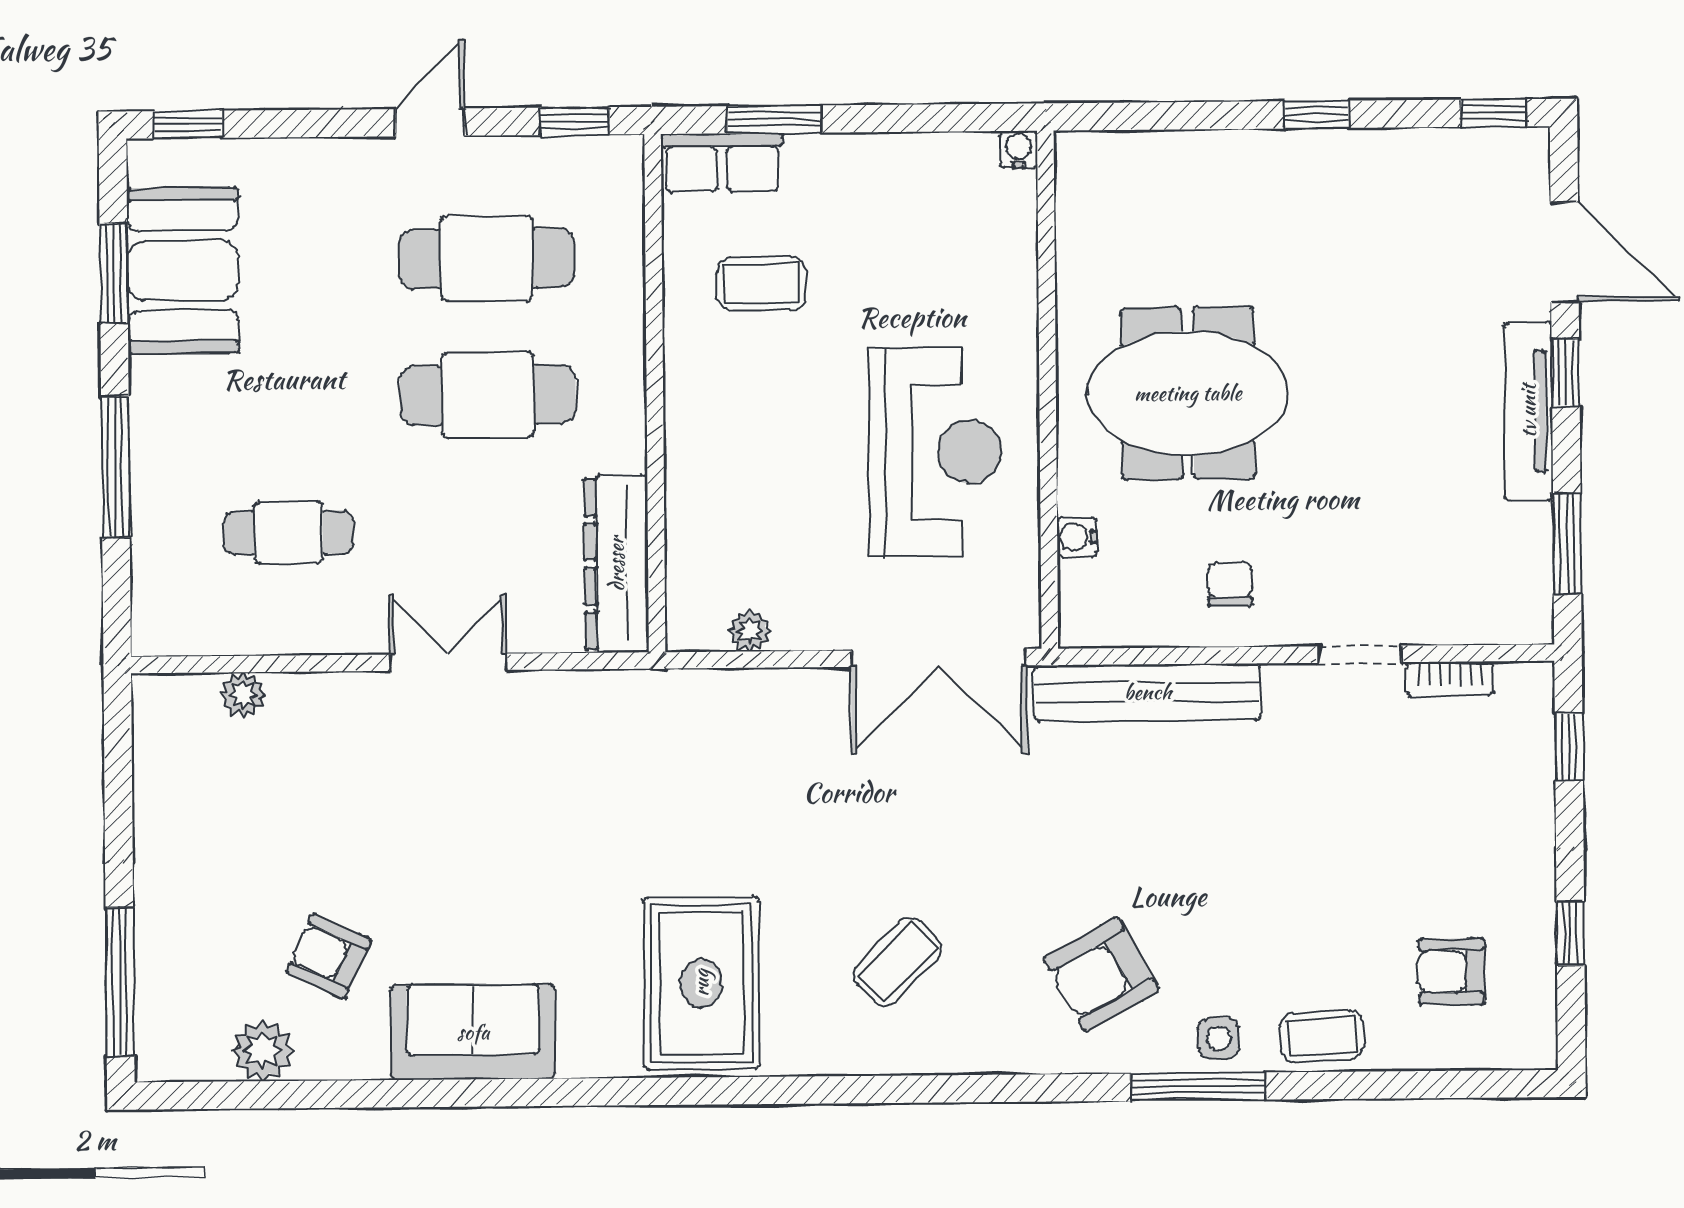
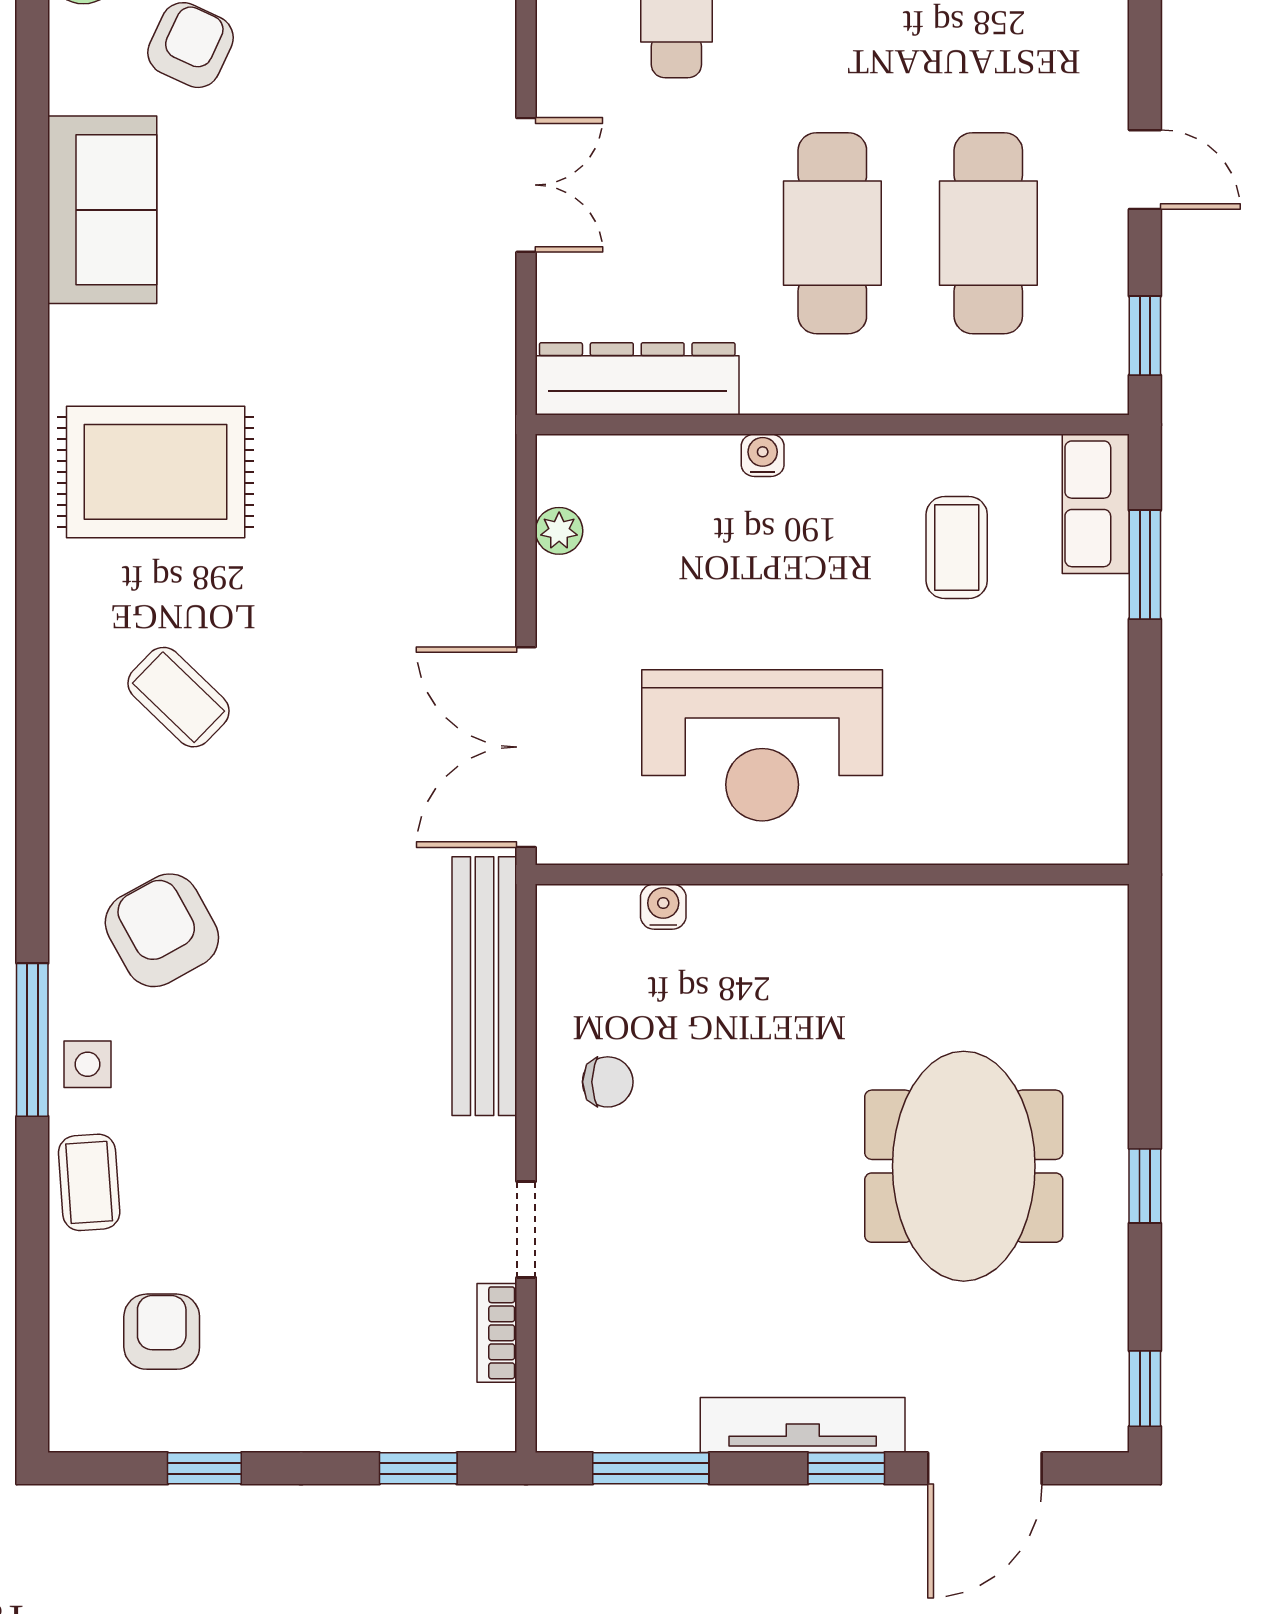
water cooler: (1019, 149) -> (763, 455), moved, turned -90
meeting table: (1188, 393) -> (964, 1166), moved

